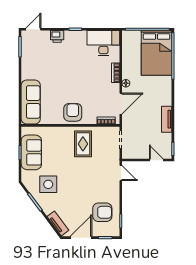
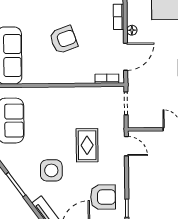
armchair: (73, 112) -> (63, 40), moved, turned 70
rug: (83, 144) -> (87, 145), moved
side table: (48, 184) -> (51, 170), moved

